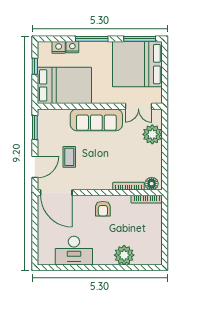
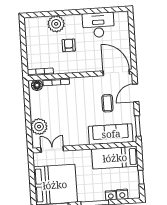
bed: (64, 85) -> (115, 158), width x0.67
sofa: (96, 120) -> (111, 134), moved
armchair: (103, 209) -> (69, 45), moved

